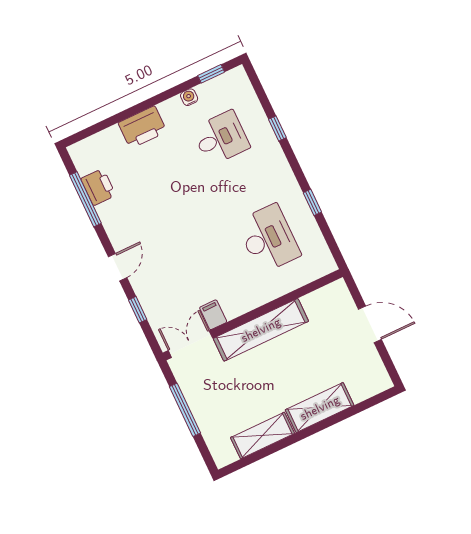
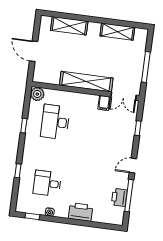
plant: (323, 263) -> (37, 94), added
door: (118, 267) -> (133, 166), moved
shelving: (320, 408) -> (69, 26), moved

